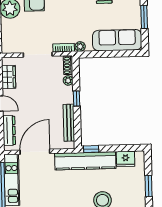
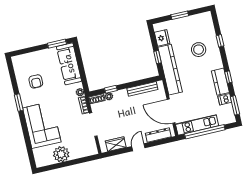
window: (144, 17) -> (57, 44), moved
window: (77, 98) -> (111, 89), moved
window: (91, 149) -> (157, 57), moved

